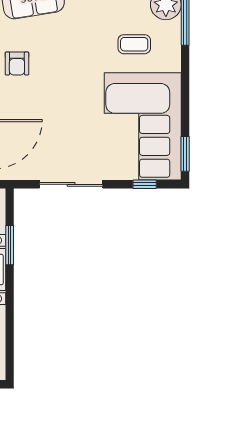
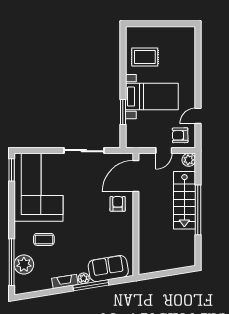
armchair: (17, 63) -> (118, 204), moved
window: (145, 184) -> (37, 151), removed

